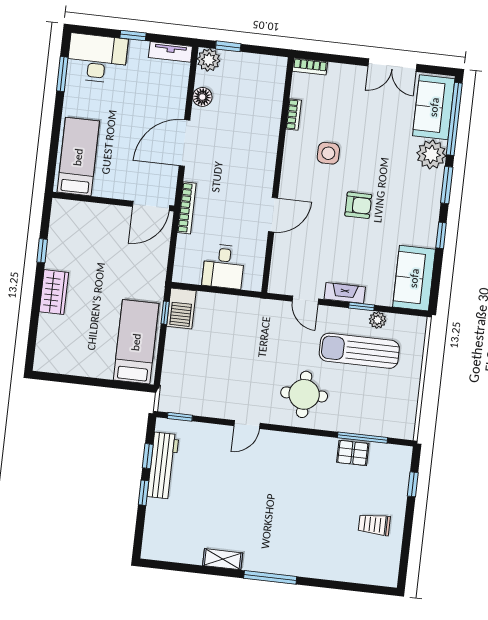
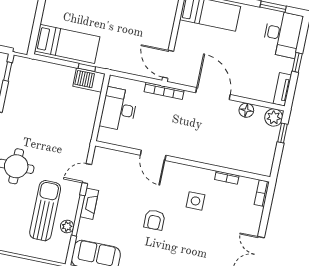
desk: (224, 266) -> (119, 109), width x1.37
window: (362, 306) -> (78, 215), width x2.17

